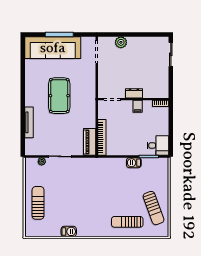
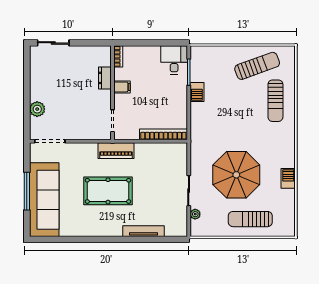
dresser: (134, 93) -> (105, 78), moved
piano: (90, 142) -> (116, 151), moved
parasol: (71, 192) -> (236, 175), added

